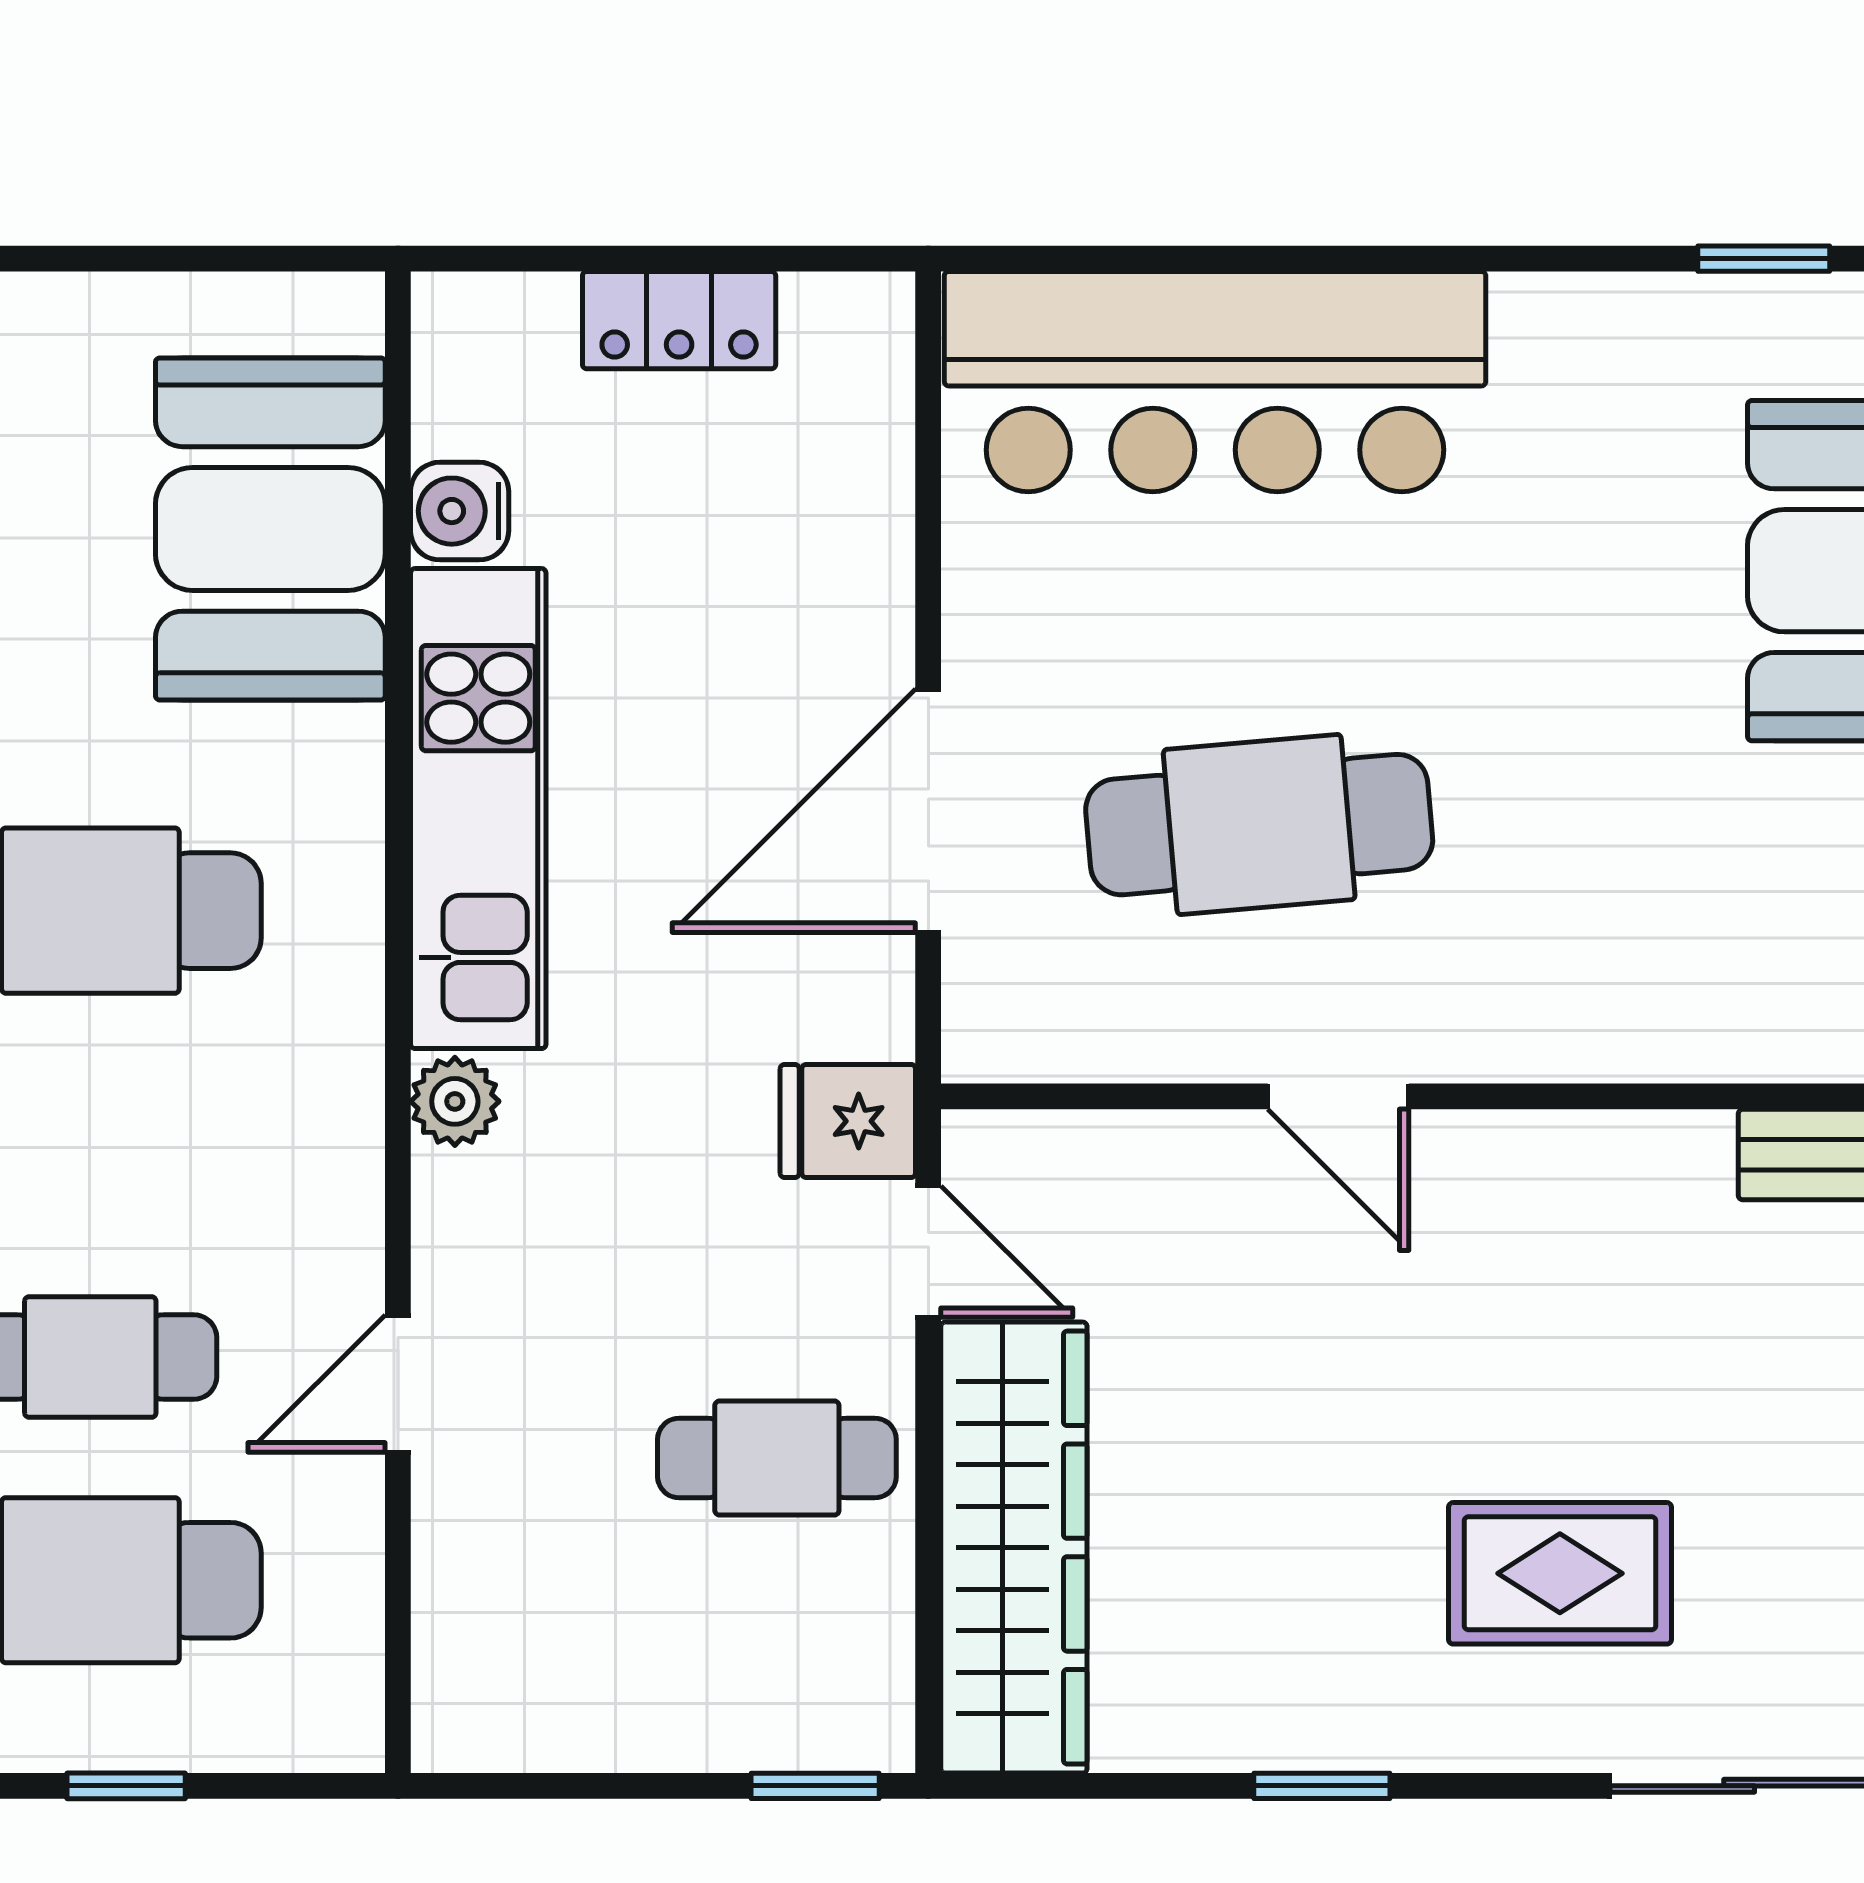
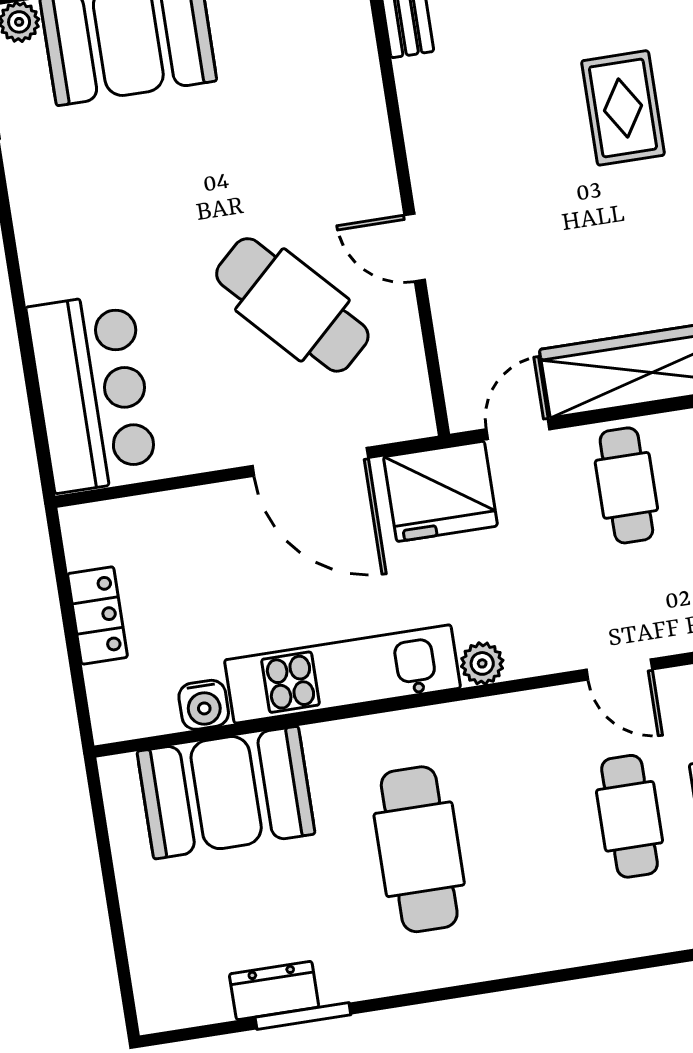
bar counter: (1215, 382) -> (92, 392), width x0.73
cafe table: (1259, 825) -> (292, 305), turned -38
door: (1338, 1096) -> (415, 248), swing flipped
fridge: (848, 1121) -> (440, 491), width x1.88, depth x1.34

